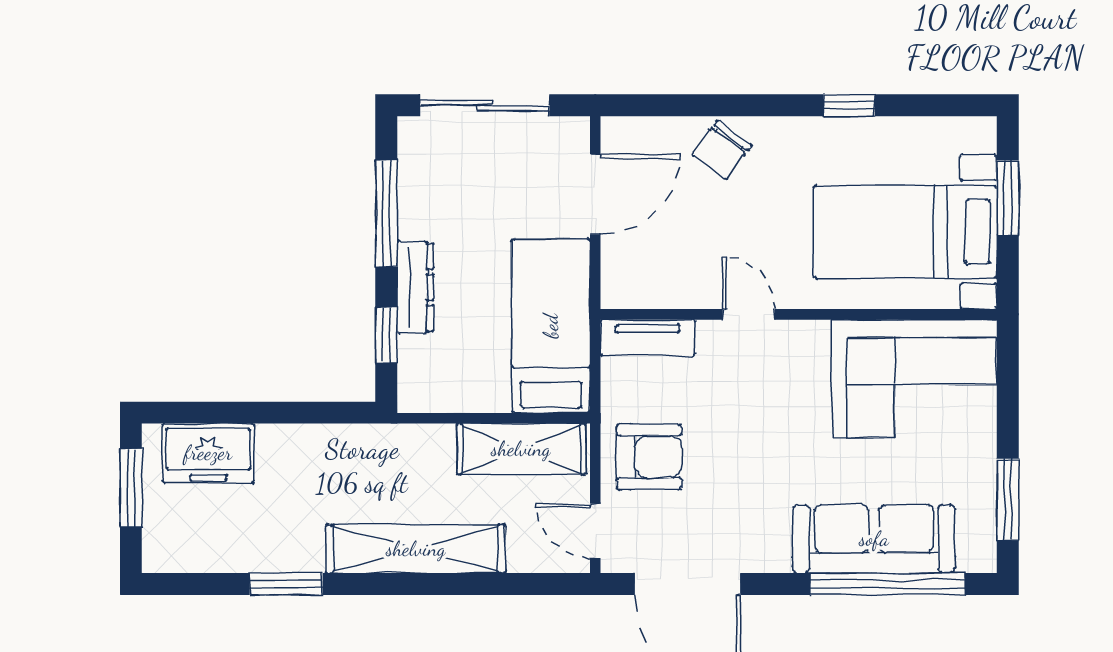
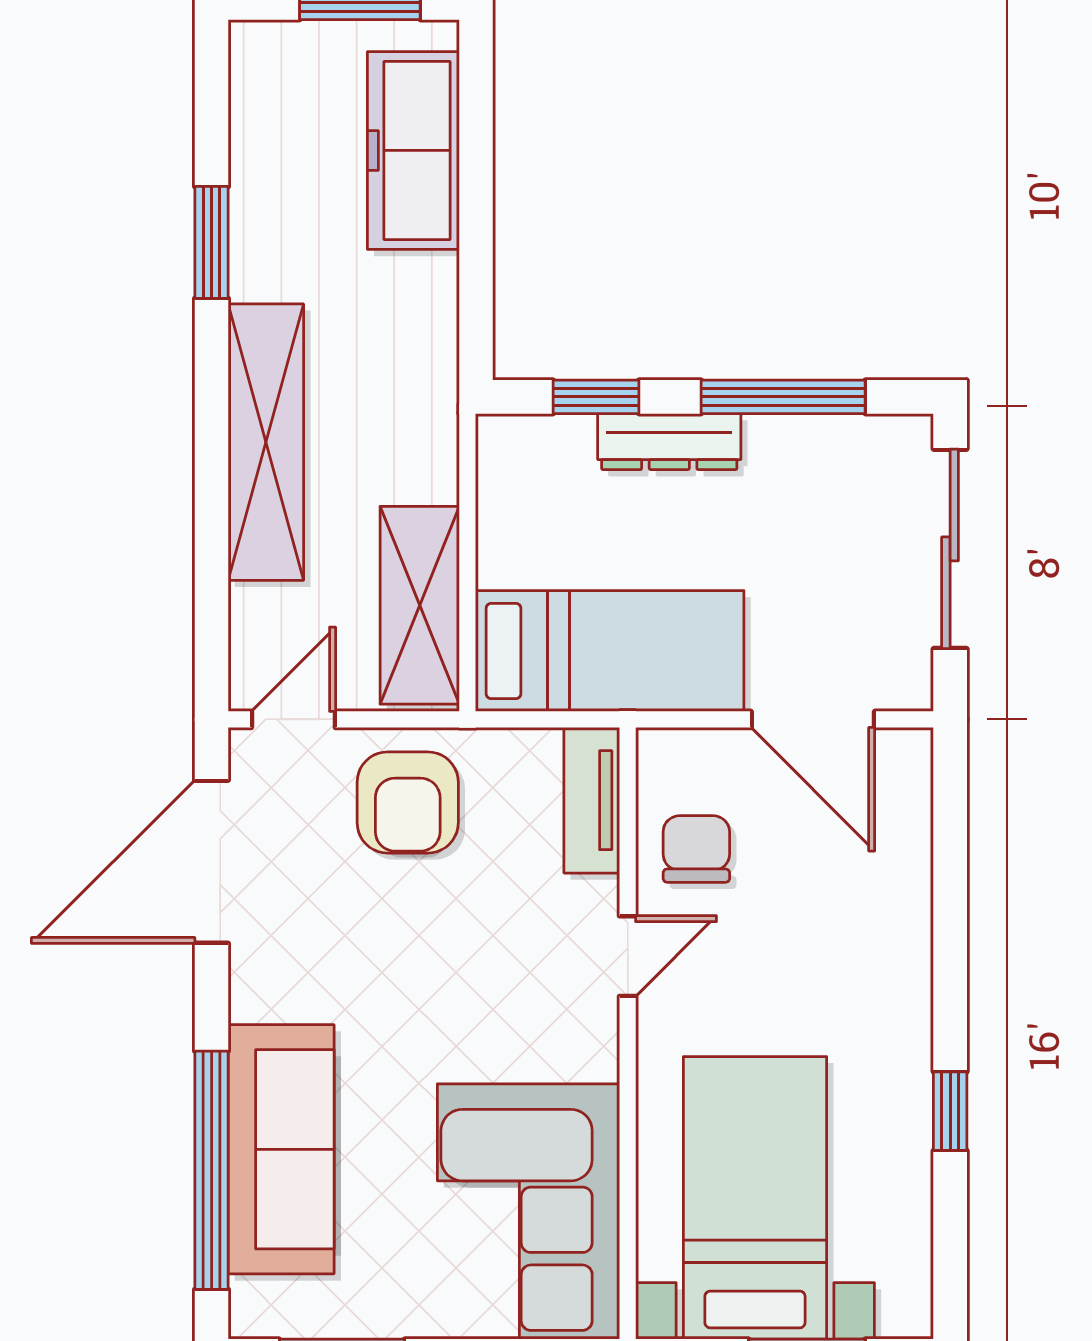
chair: (722, 150) -> (696, 849), moved, turned 53
freezer: (208, 453) -> (413, 150), width x1.40

